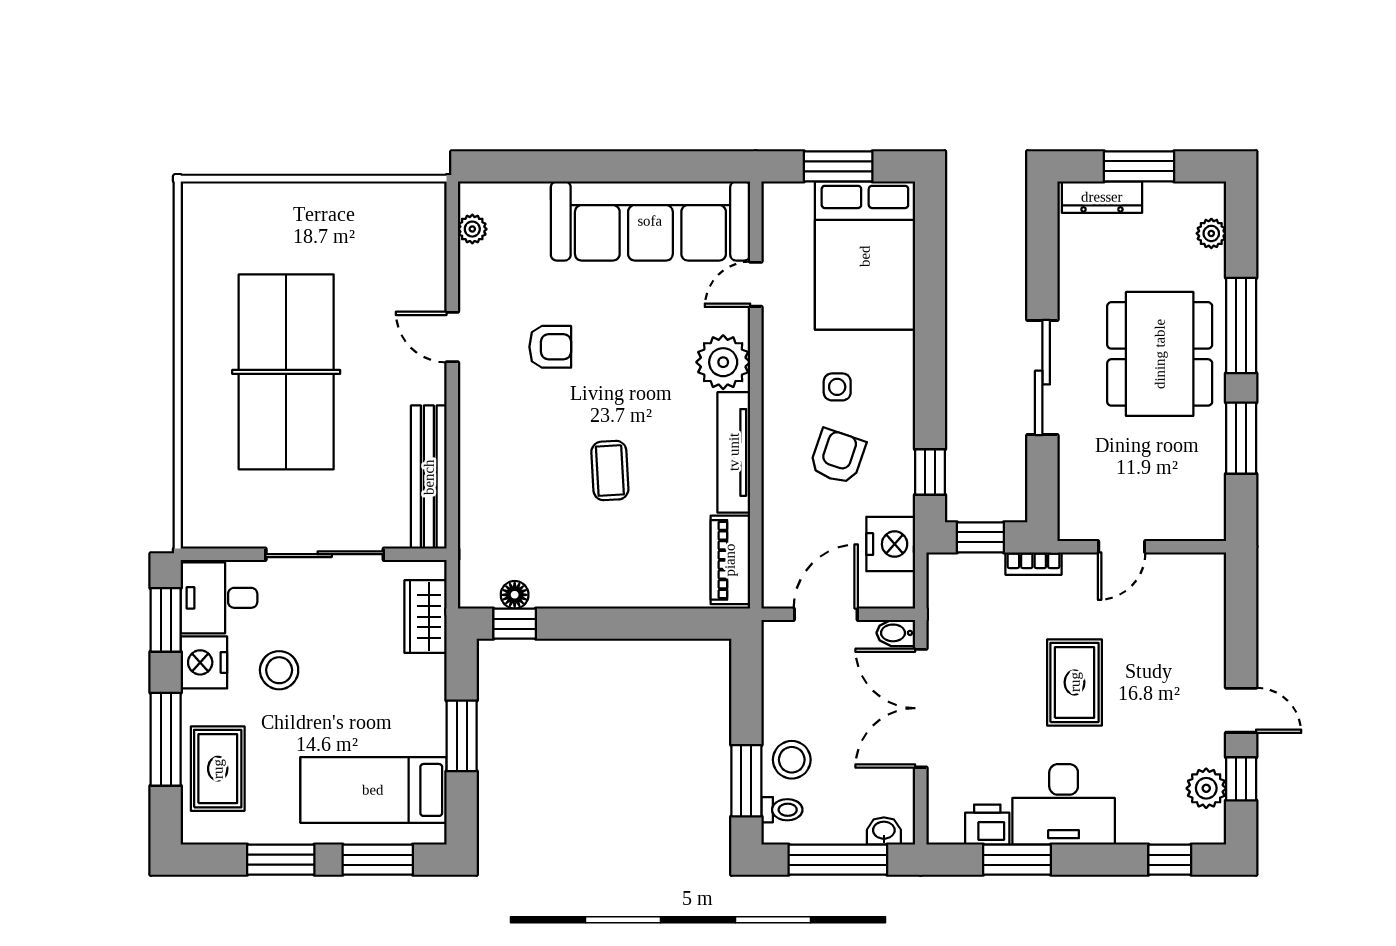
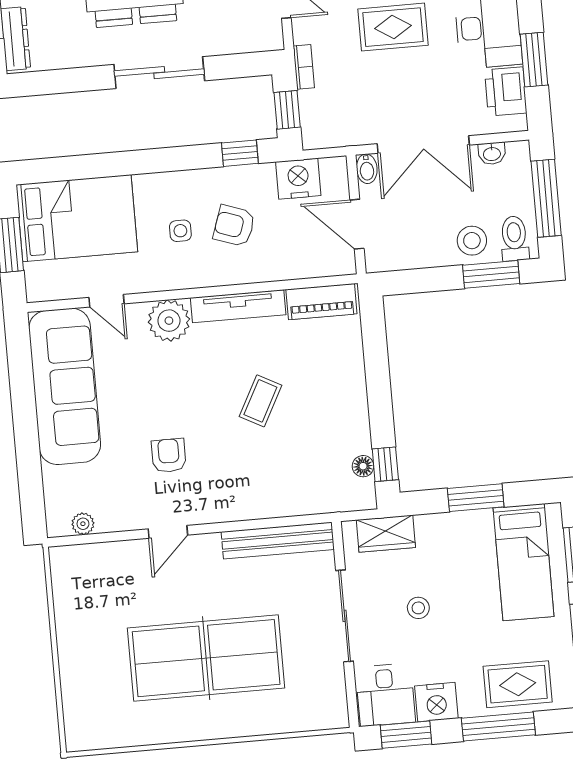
coffee table: (610, 471) -> (260, 401), turned -59
stool: (279, 670) -> (418, 608), moved, width x0.73, depth x0.73
toilet: (782, 810) -> (514, 238), width x1.37, depth x1.39
printer: (987, 825) -> (506, 91), width x1.36, depth x1.24
washbasin: (884, 831) -> (492, 153), moved, turned -90

